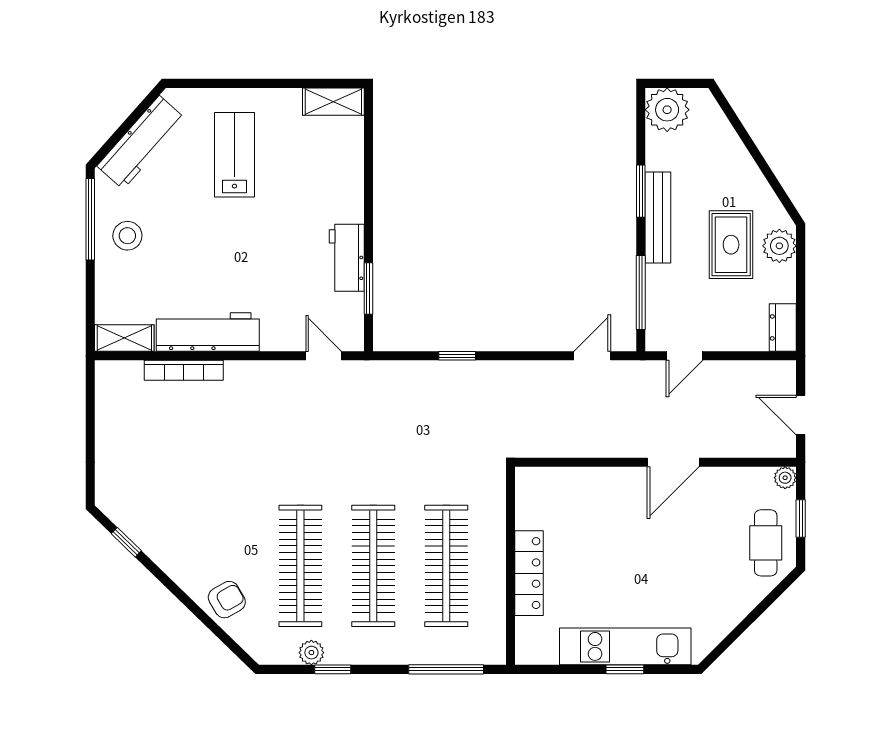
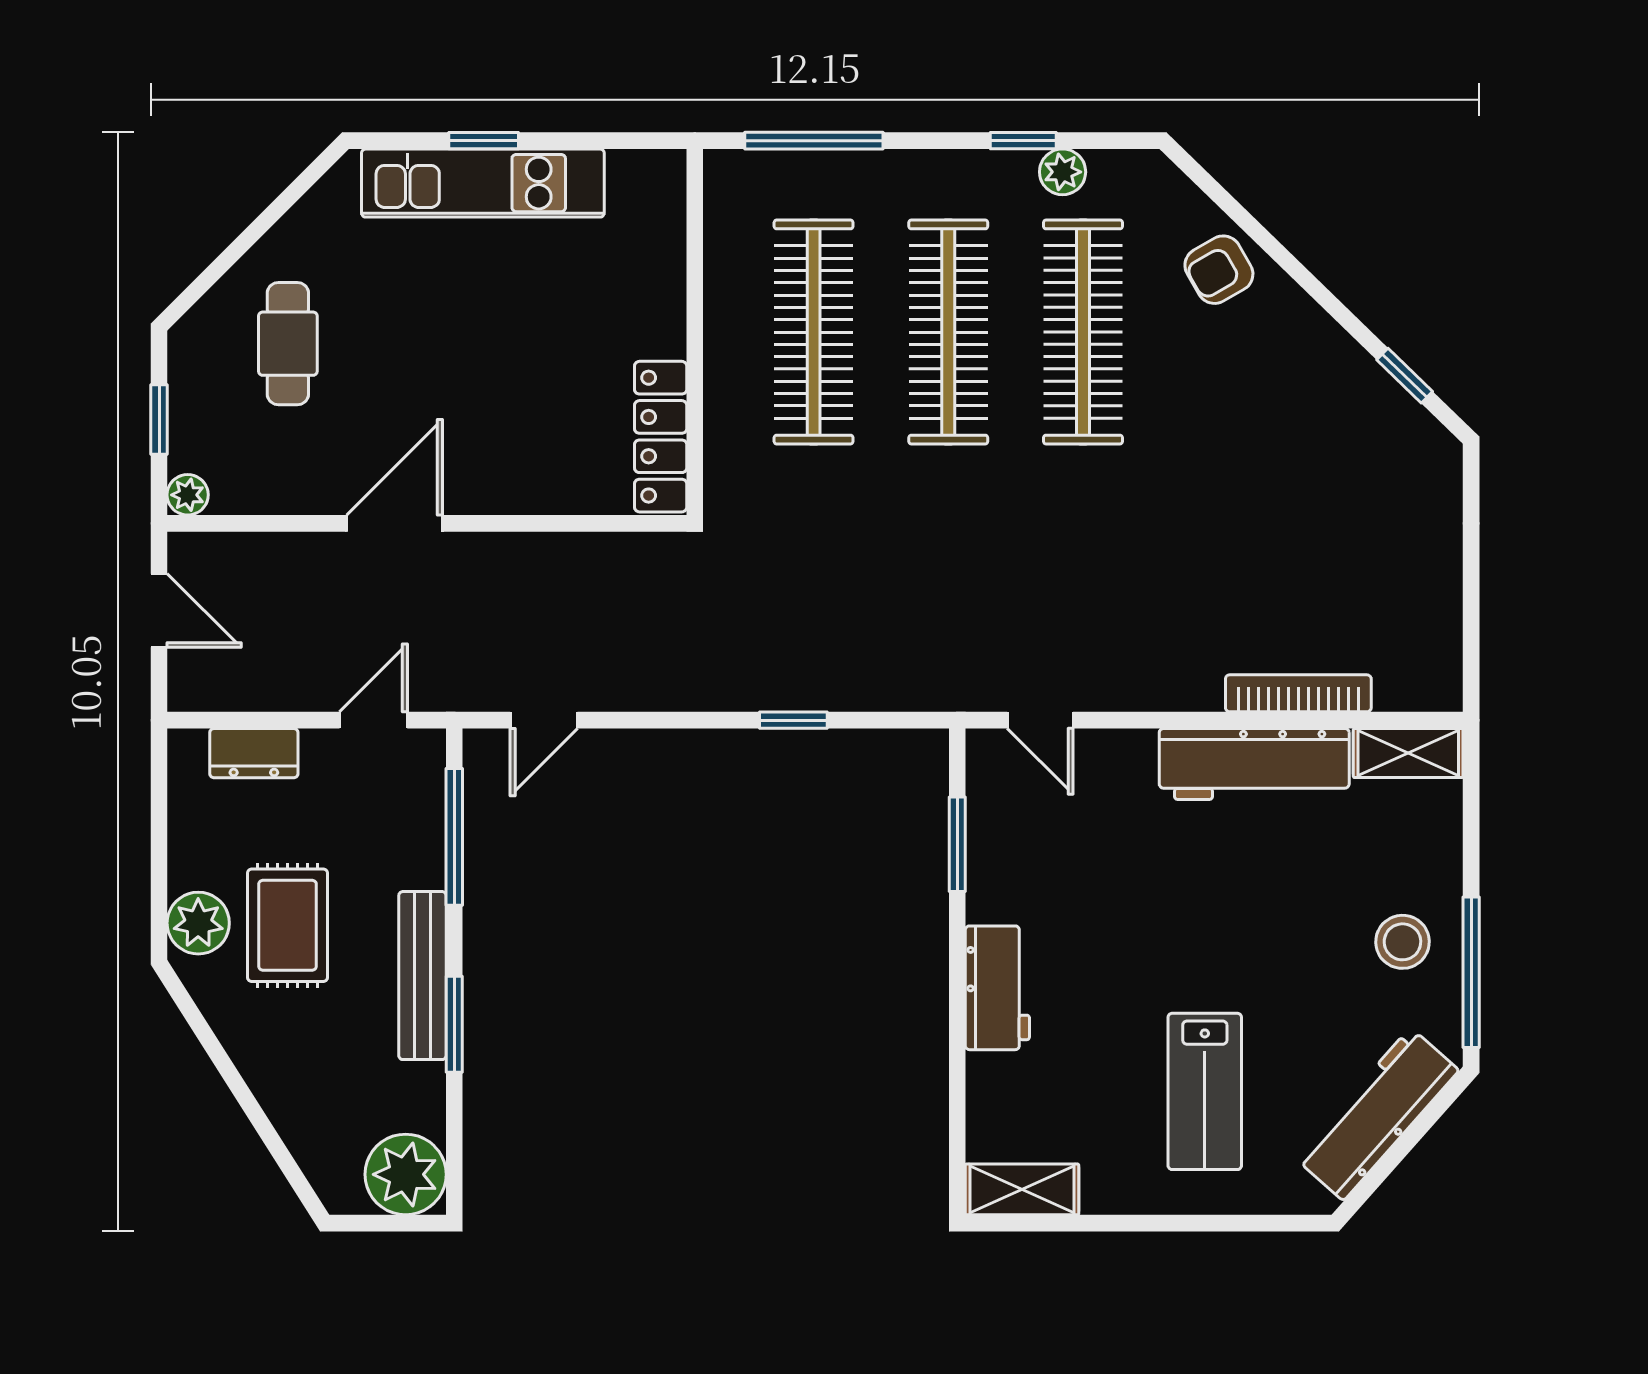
workbench: (347, 258) -> (997, 988), moved
dresser: (783, 327) -> (254, 753), moved, turned 90
cafe table: (766, 543) -> (288, 344), moved
locker: (529, 573) -> (661, 437), moved

